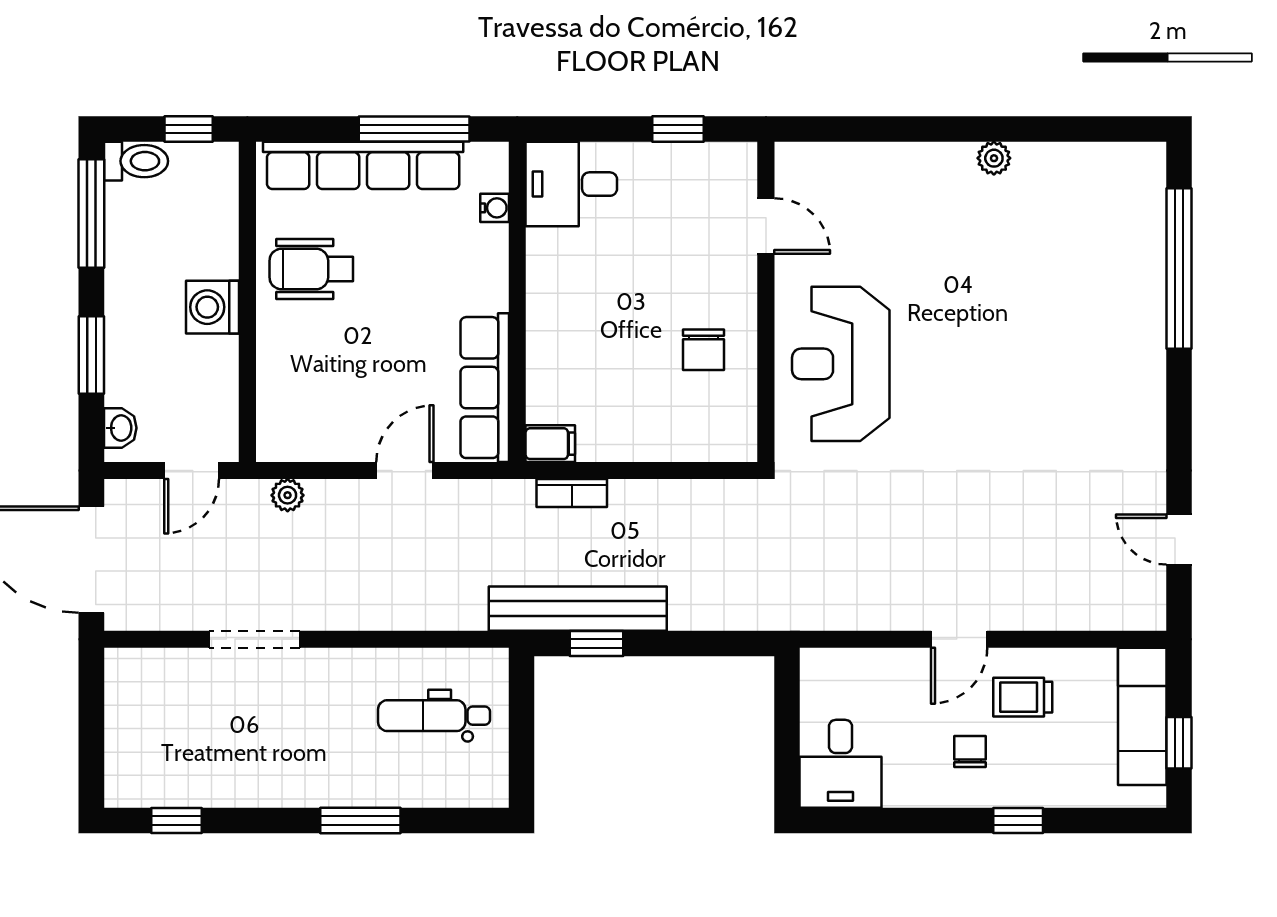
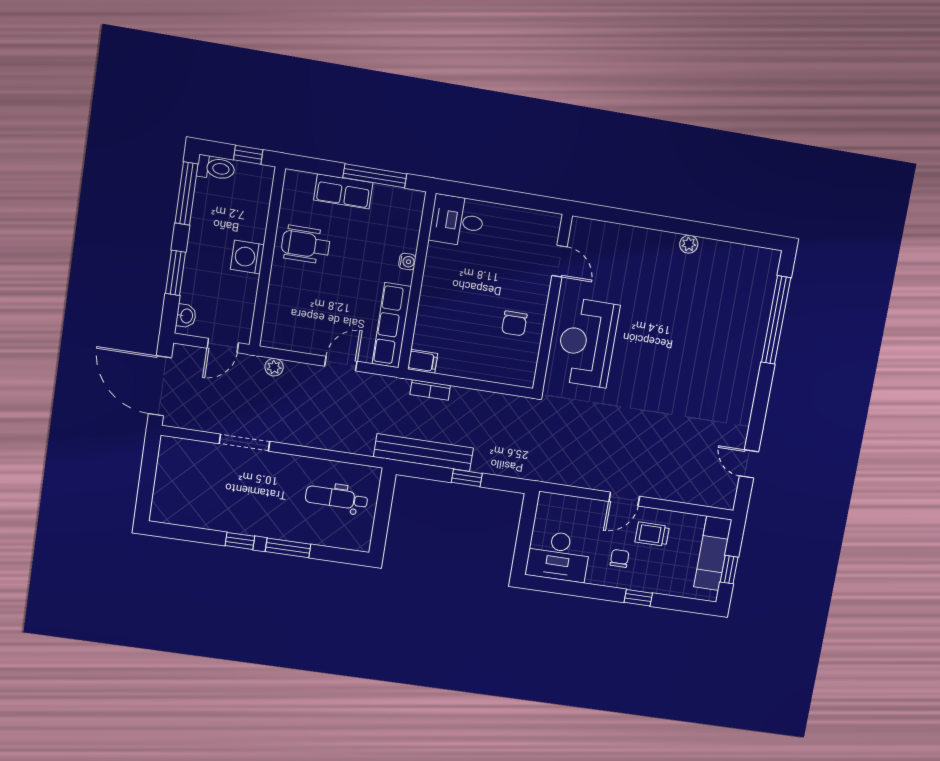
window: (678, 129) -> (520, 200), removed
row of seats: (363, 165) -> (343, 191), width x0.50
water cooler: (495, 208) -> (407, 262), moved
window: (597, 643) -> (467, 478), moved
desk: (841, 764) -> (558, 556), width x1.37
window: (177, 820) -> (240, 541), moved

